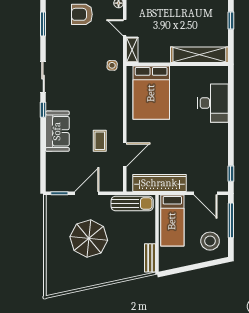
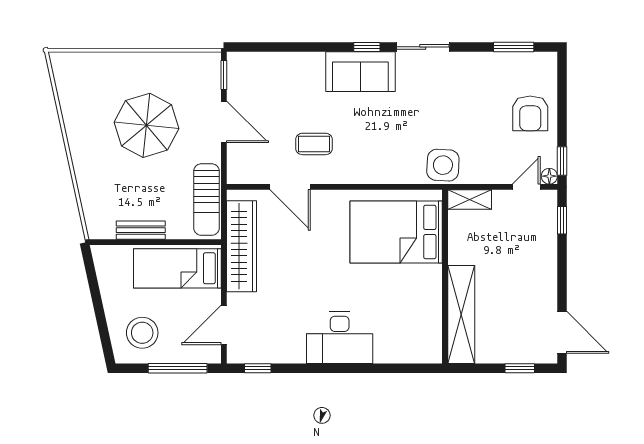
armchair: (82, 14) -> (530, 113), turned 180
door: (125, 28) -> (526, 187), moved
side table: (112, 65) -> (443, 165), width x1.87, depth x1.87
desk: (213, 103) -> (340, 338), moved
sofa: (57, 131) -> (360, 72), moved
bench: (150, 258) -> (141, 230), moved

